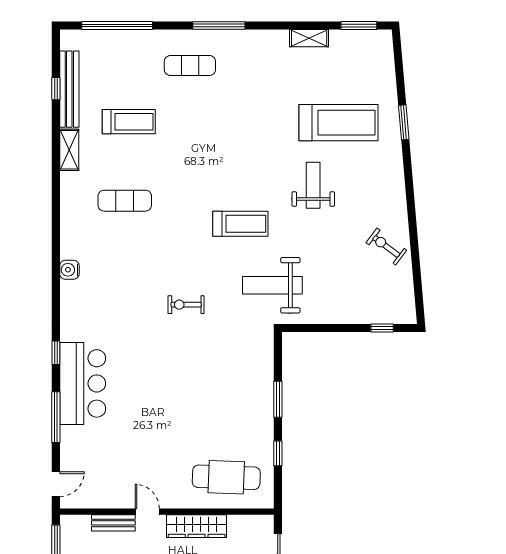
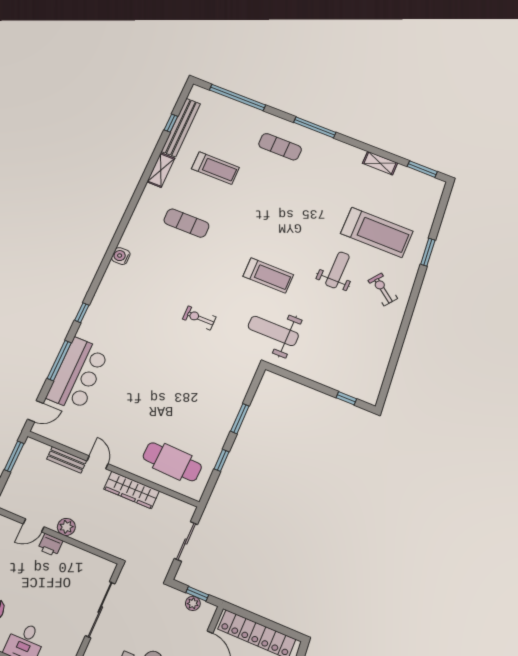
exercise bike: (386, 246) -> (383, 289), moved
bar counter: (83, 383) -> (78, 374), moved

